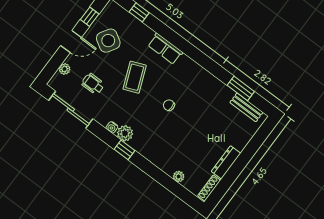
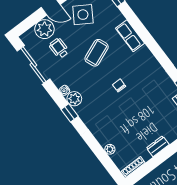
plant: (65, 69) -> (44, 29), width x1.87, depth x1.87
dresser: (226, 162) -> (158, 146), width x0.70

